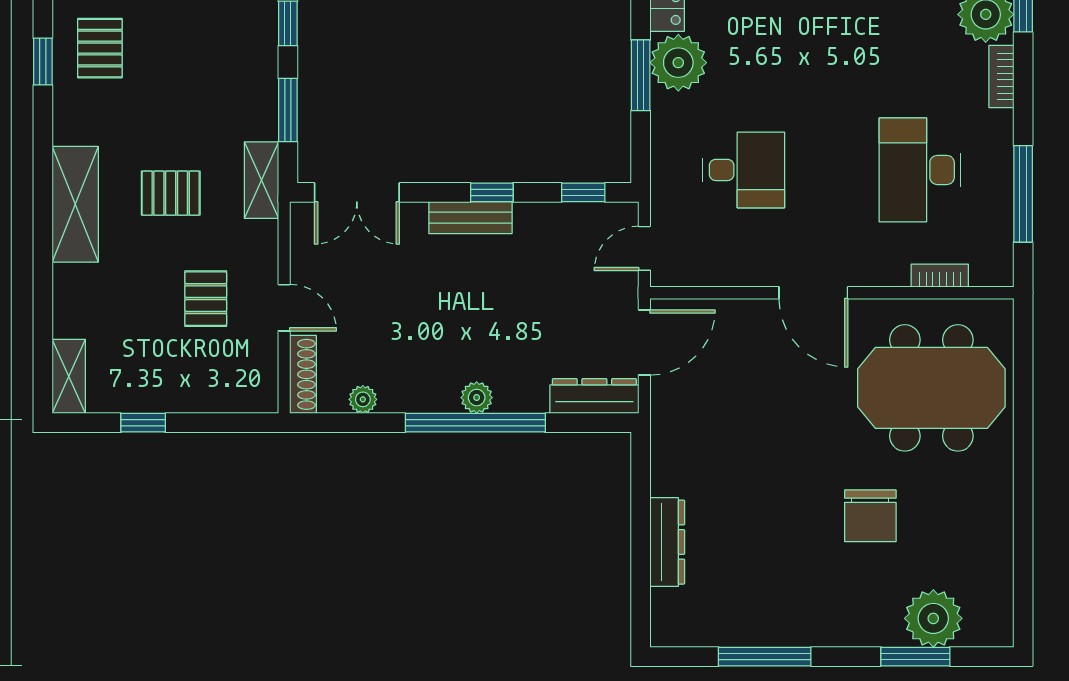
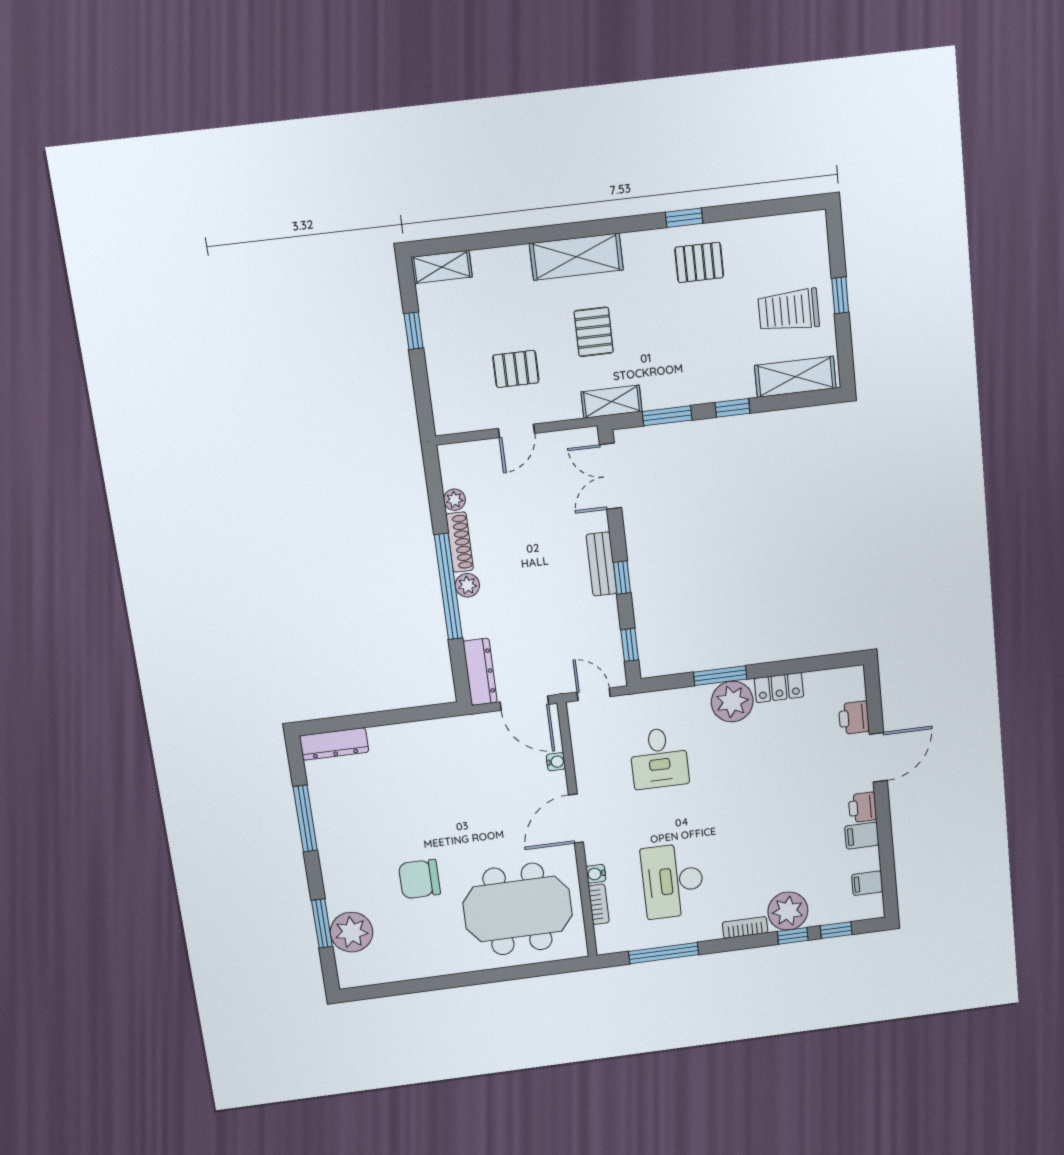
desk: (920, 170) -> (673, 881), turned -90
water cooler: (896, 275) -> (596, 874), added
water cooler: (730, 310) -> (556, 762), added
shoe rack: (303, 374) -> (460, 542), moved, turned -90
meeting table: (931, 388) -> (518, 909), turned 90
dresser: (667, 542) -> (334, 744), moved

